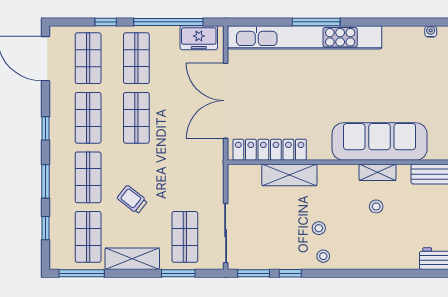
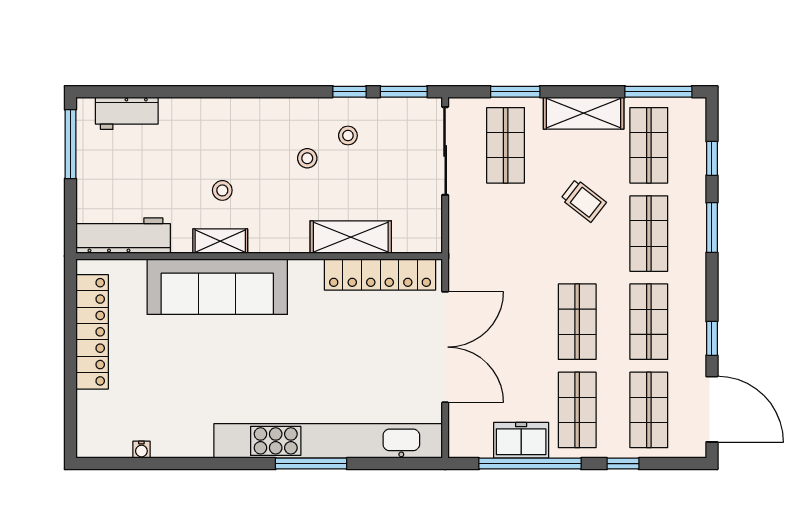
freezer: (199, 38) -> (521, 440), moved
window: (45, 128) -> (712, 338), moved
stool: (323, 256) -> (348, 136), moved

